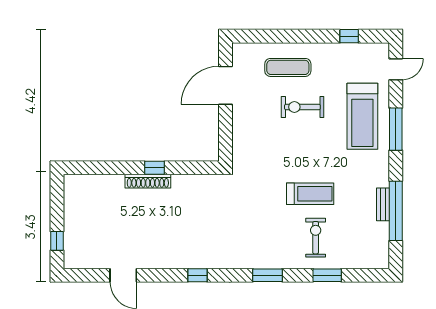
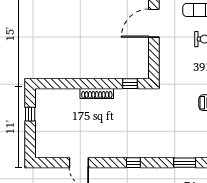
window: (155, 168) -> (130, 84), moved
window: (57, 241) -> (30, 114), moved

